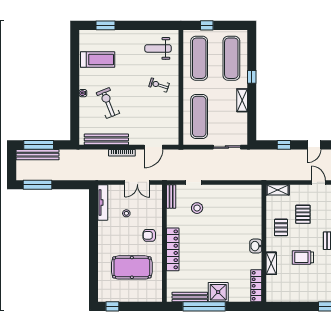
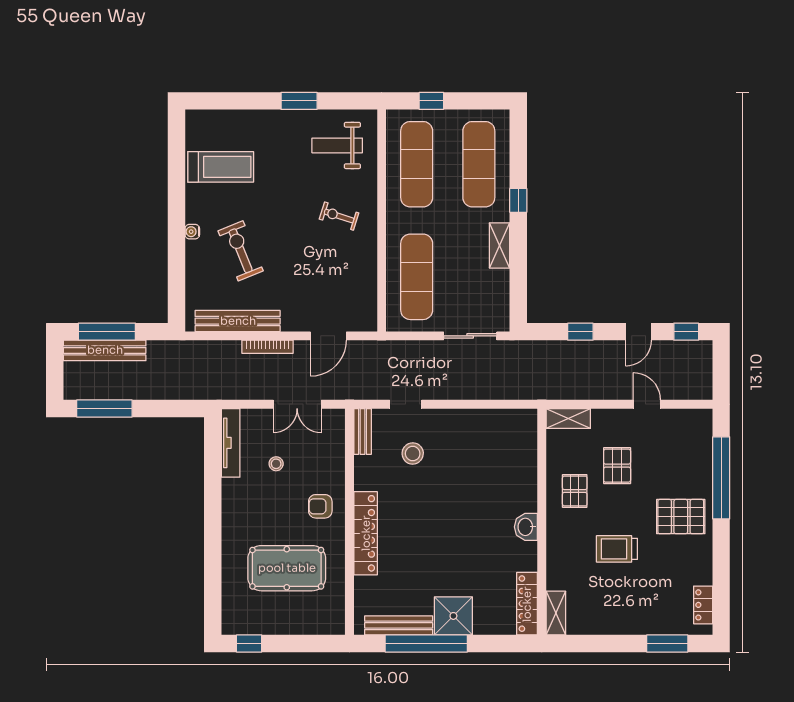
window: (105, 25) -> (299, 101), moved
shelving: (271, 263) -> (556, 613), moved

